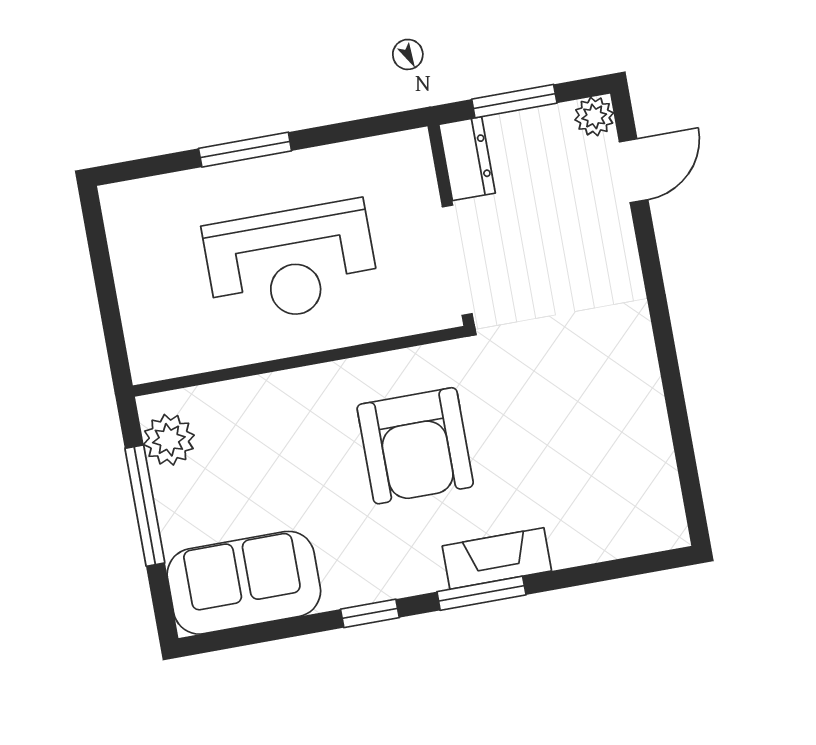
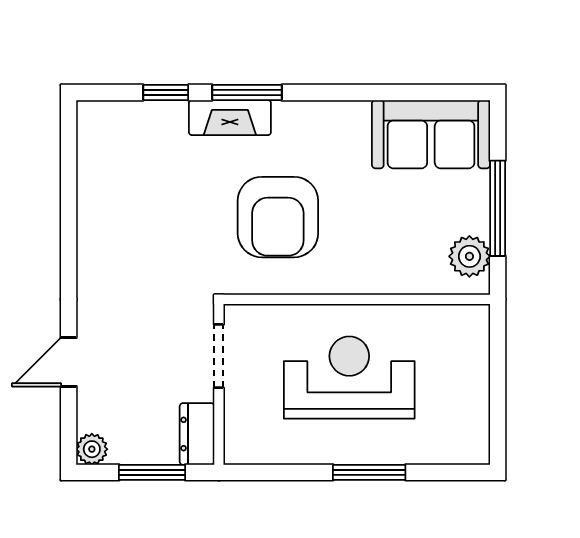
door: (634, 171) -> (69, 362), moved
doorway: (457, 260) -> (219, 356), width x0.73
armchair: (415, 446) -> (278, 217), turned 180
window: (370, 613) -> (166, 92), moved

